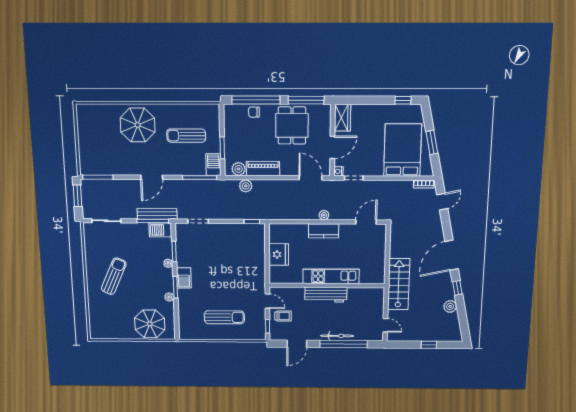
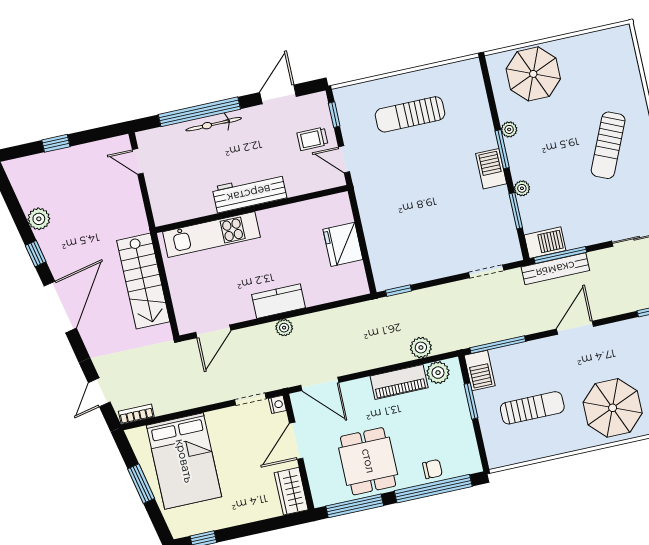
kitchen unit: (331, 276) -> (211, 235), moved
stairs: (399, 284) -> (143, 281), moved

